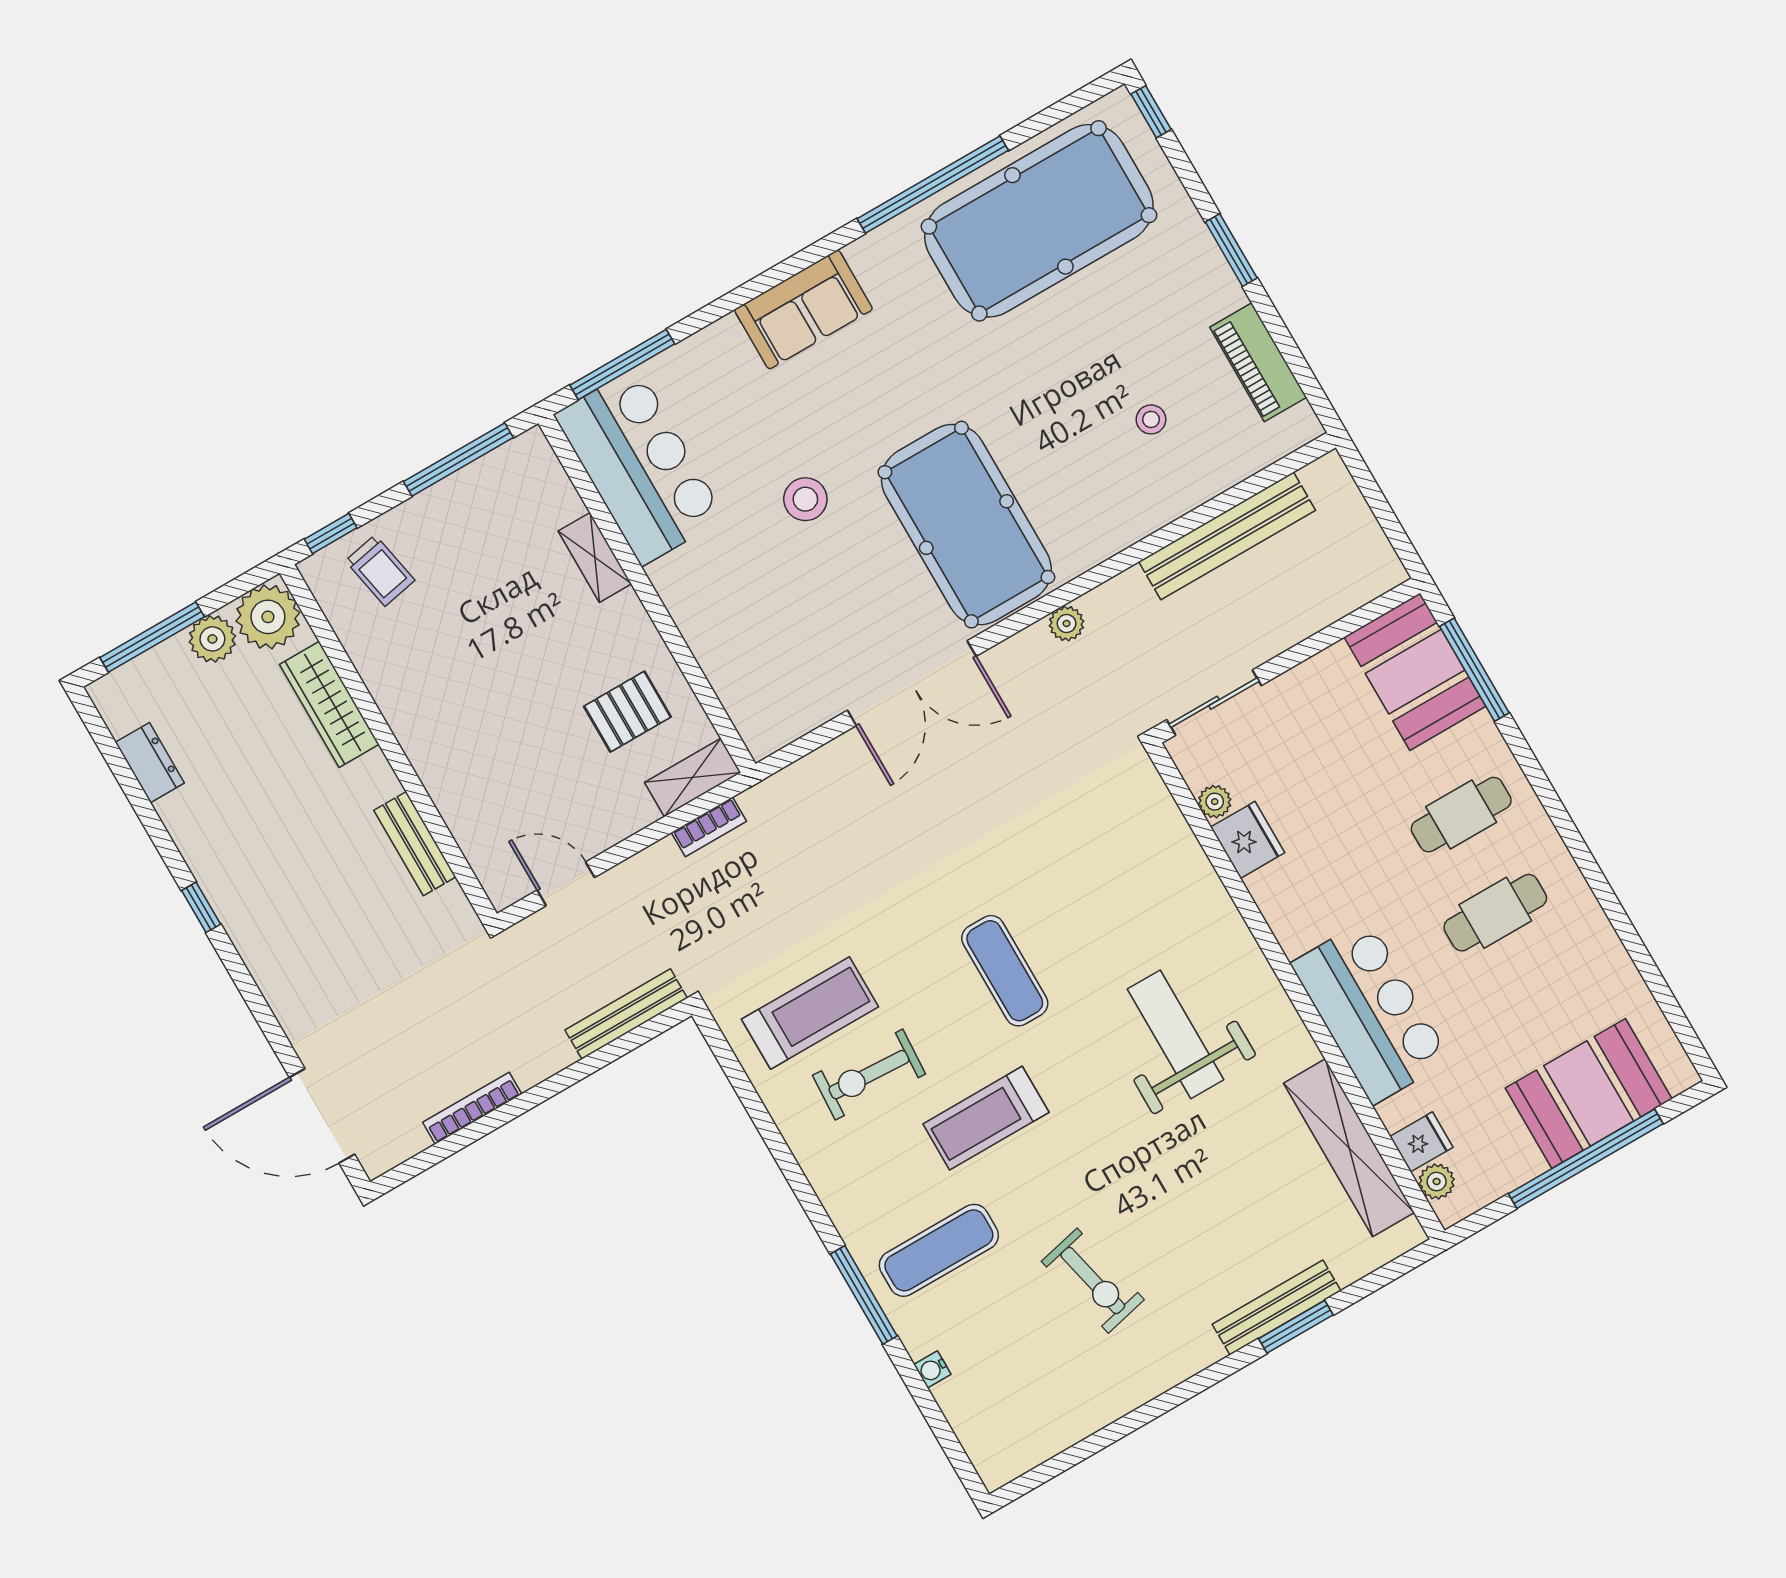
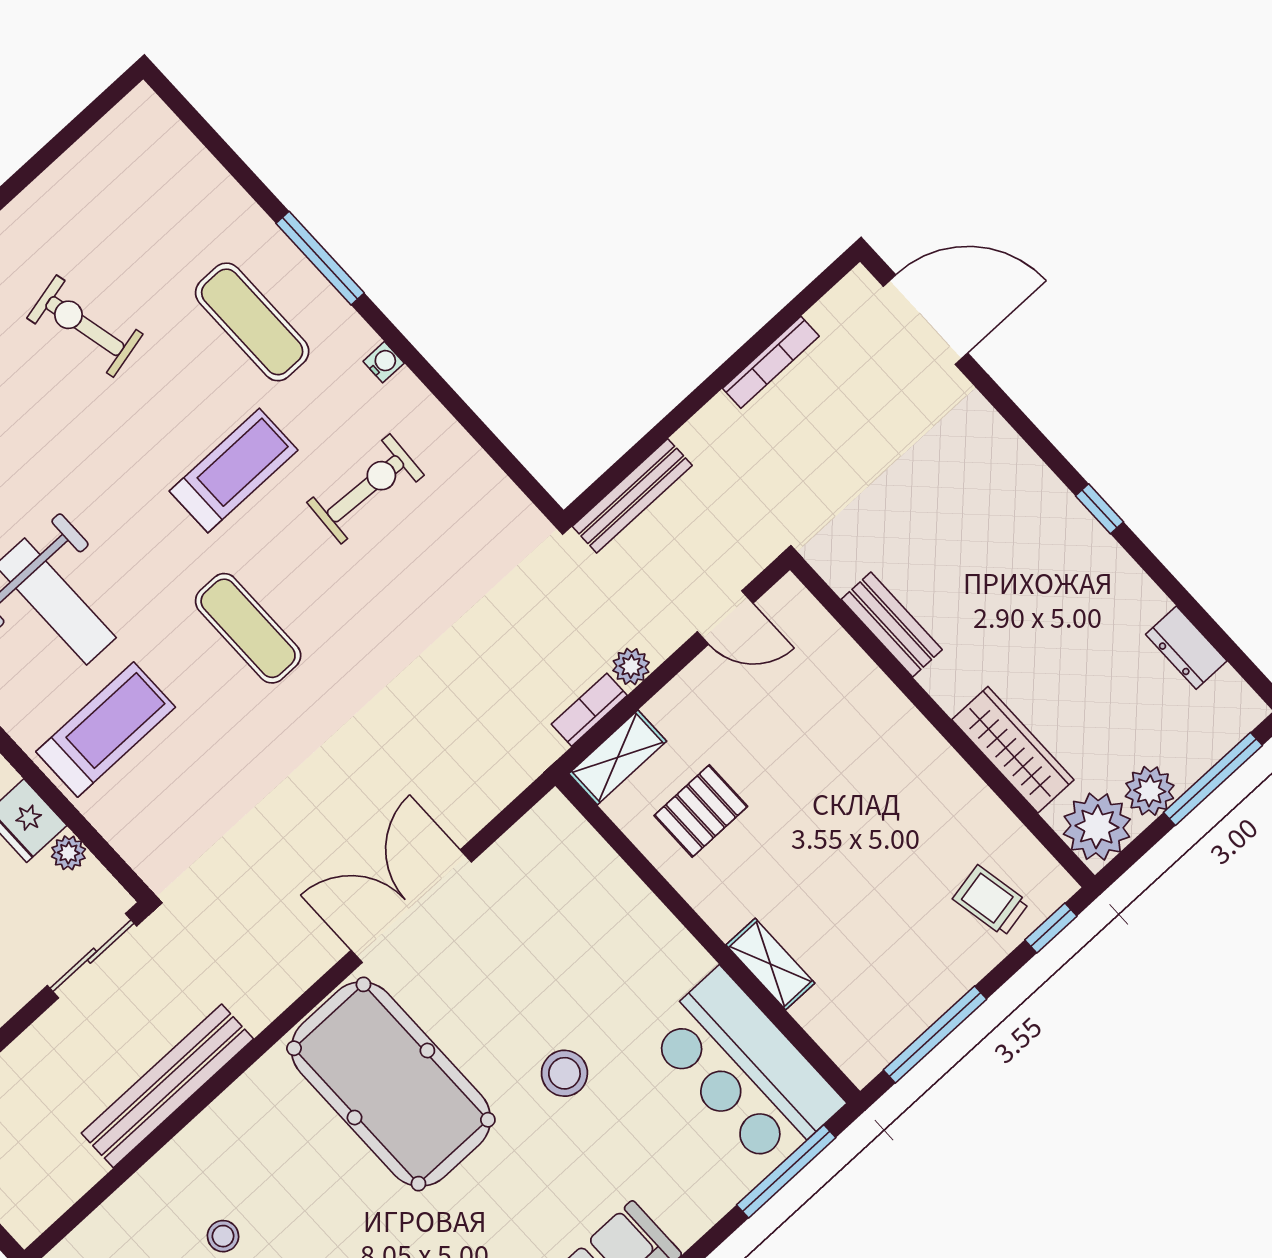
bench: (1227, 536) -> (167, 1086), moved
plant: (1067, 623) -> (631, 666), moved
treadmill: (810, 1013) -> (106, 729), moved, turned 180
exercise mat: (939, 1250) -> (252, 322), turned 90
water cooler: (932, 1369) -> (384, 362), moved

